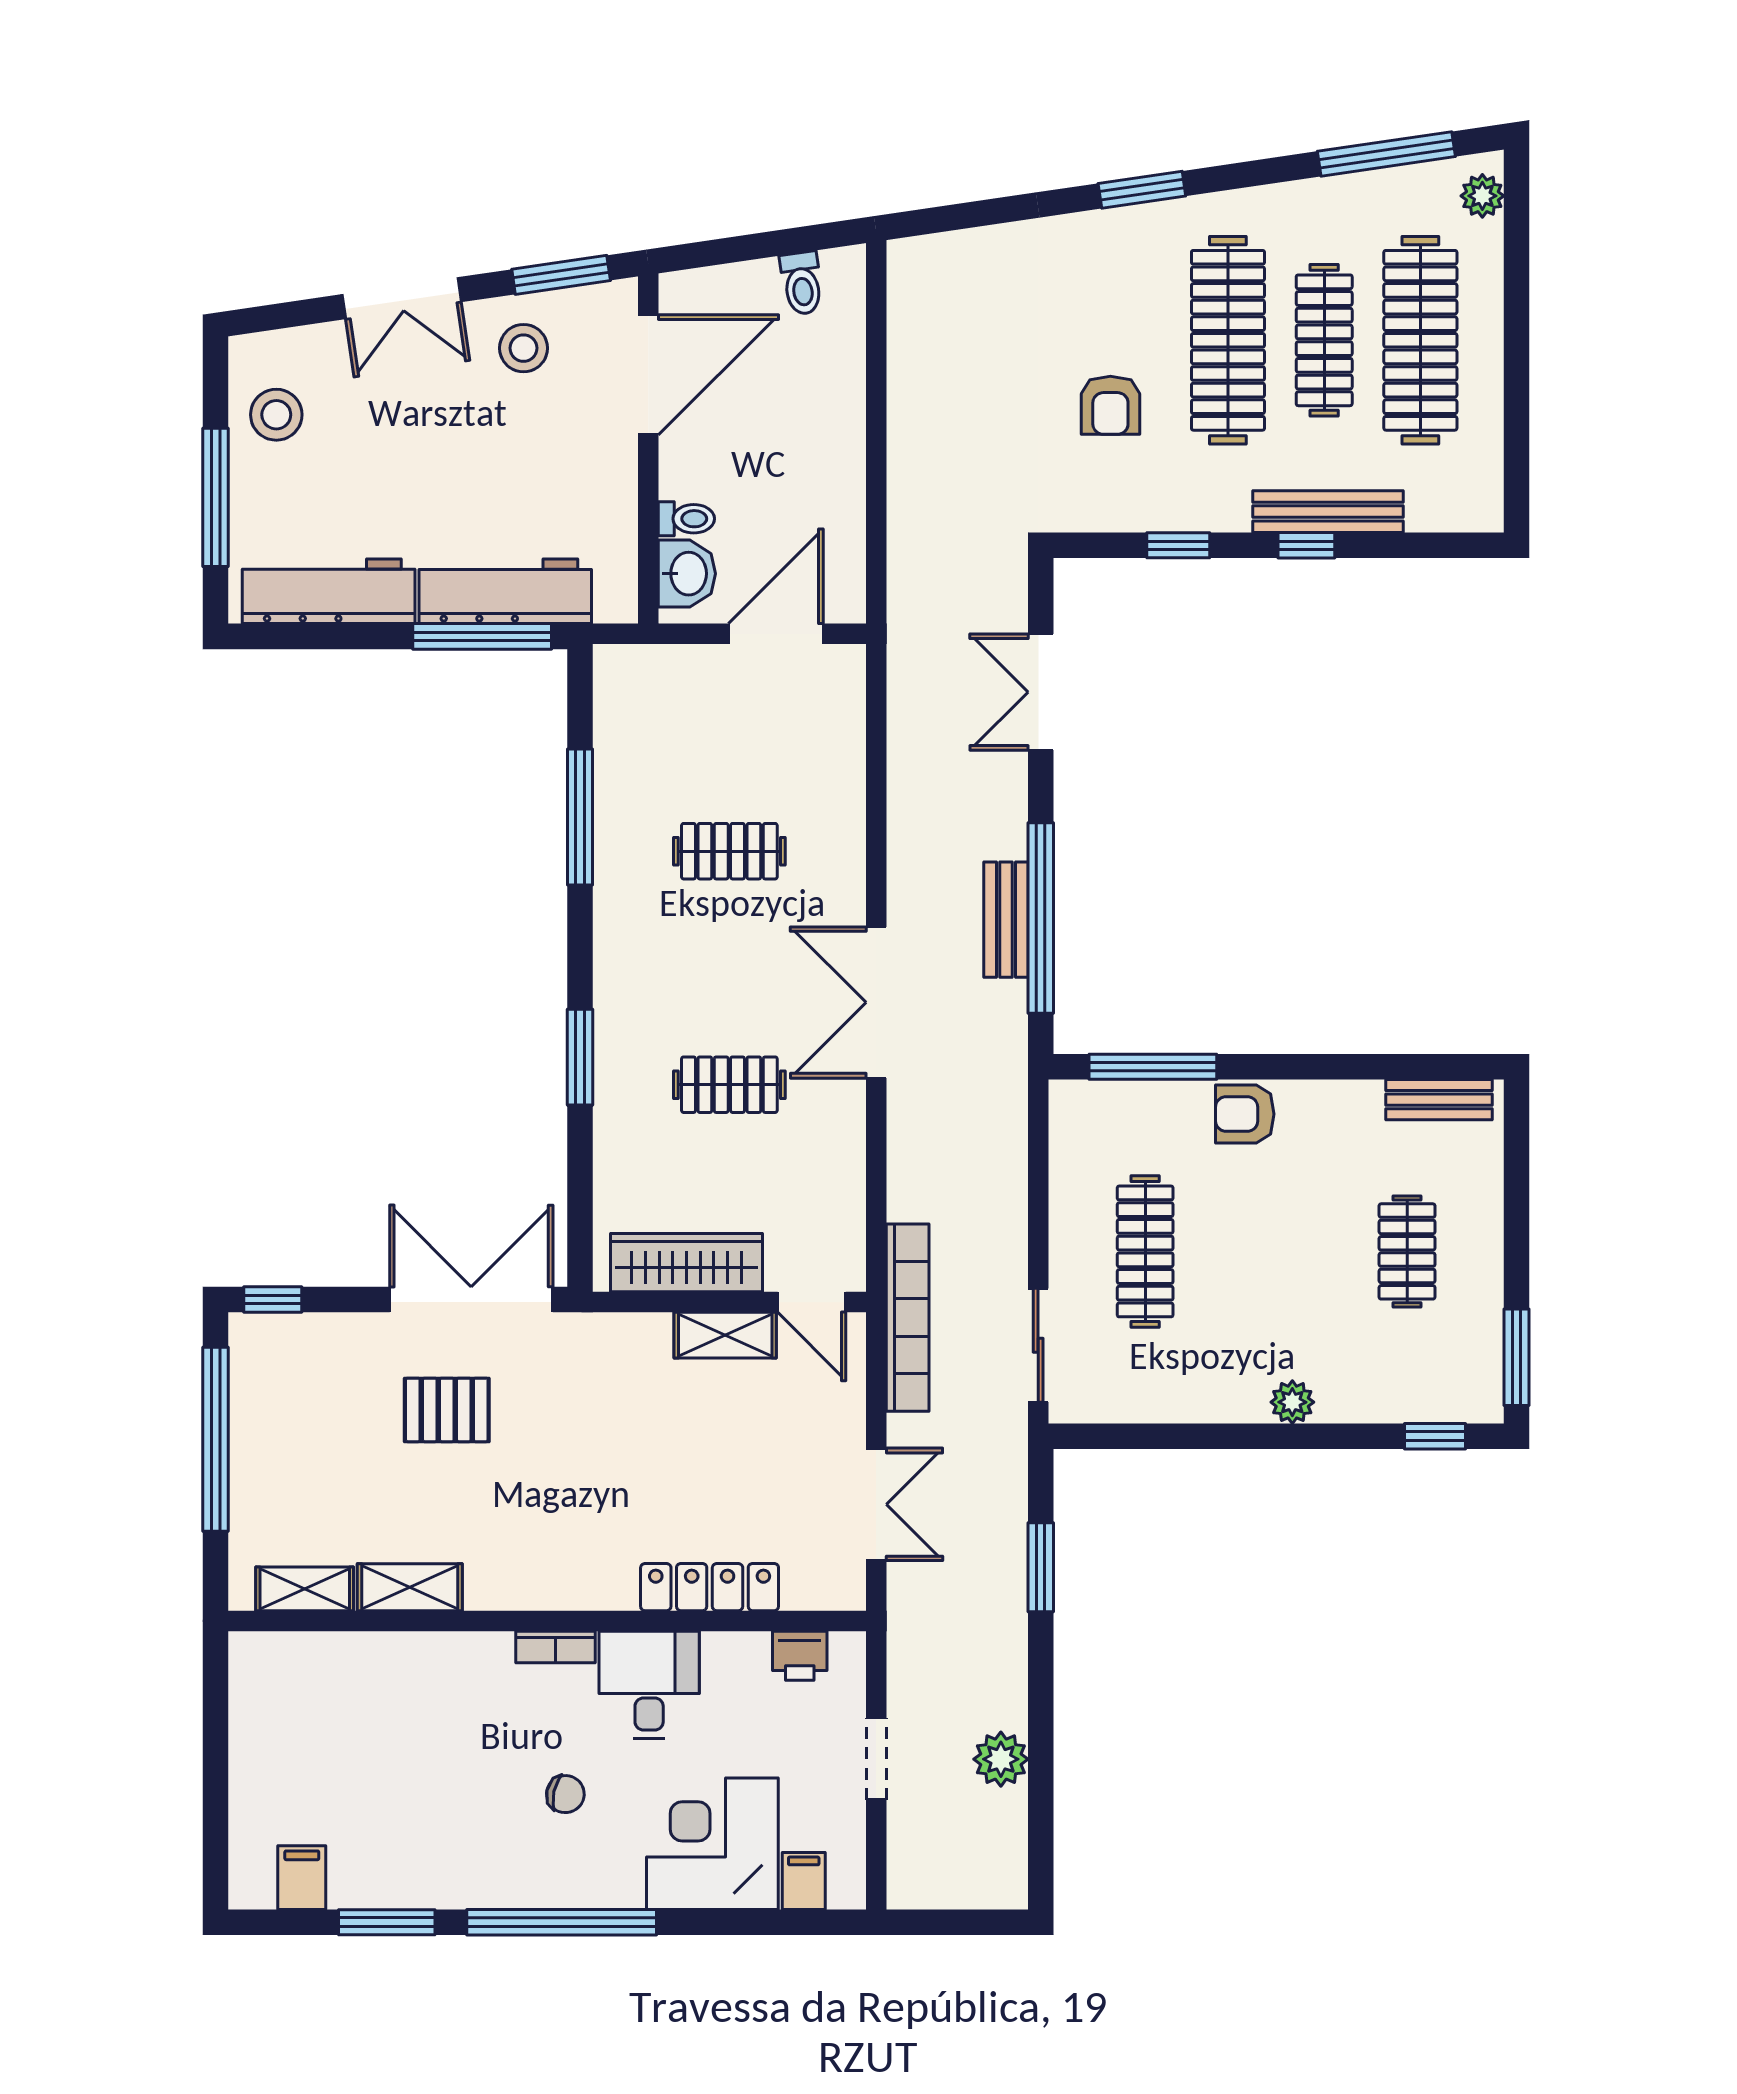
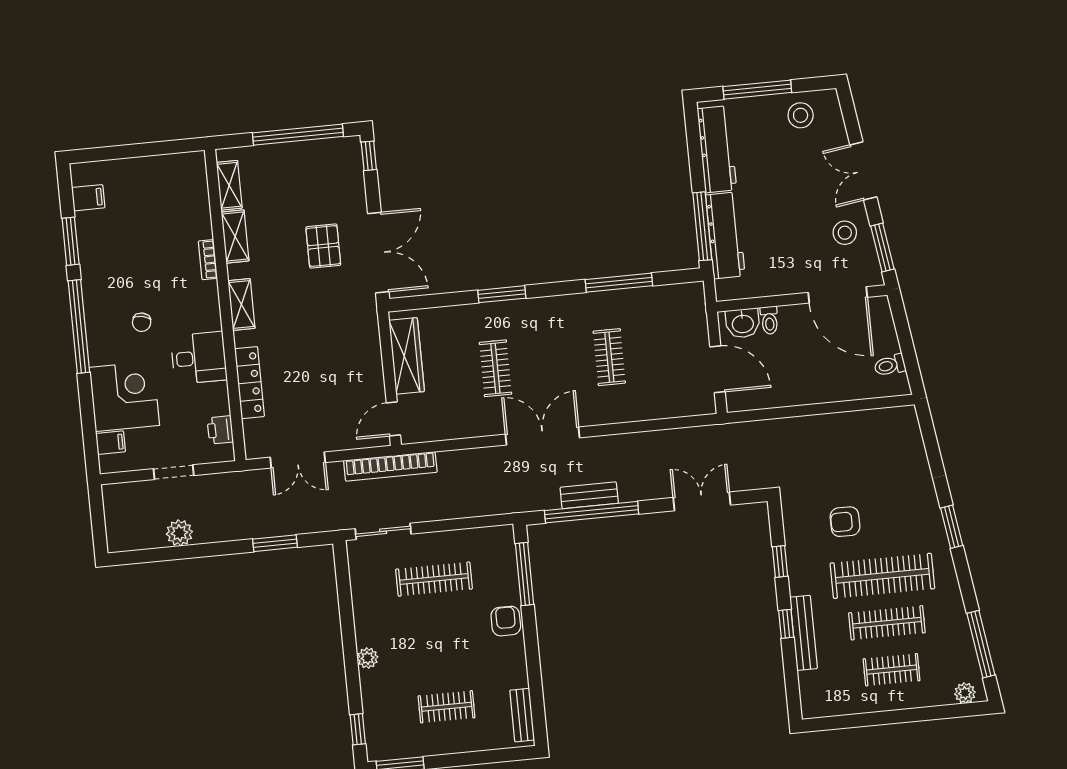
clothes rail: (1420, 340) -> (892, 670), width x0.54, depth x0.76
shelving: (725, 1335) -> (241, 305), moved
bookcase: (555, 1647) -> (208, 260), moved

